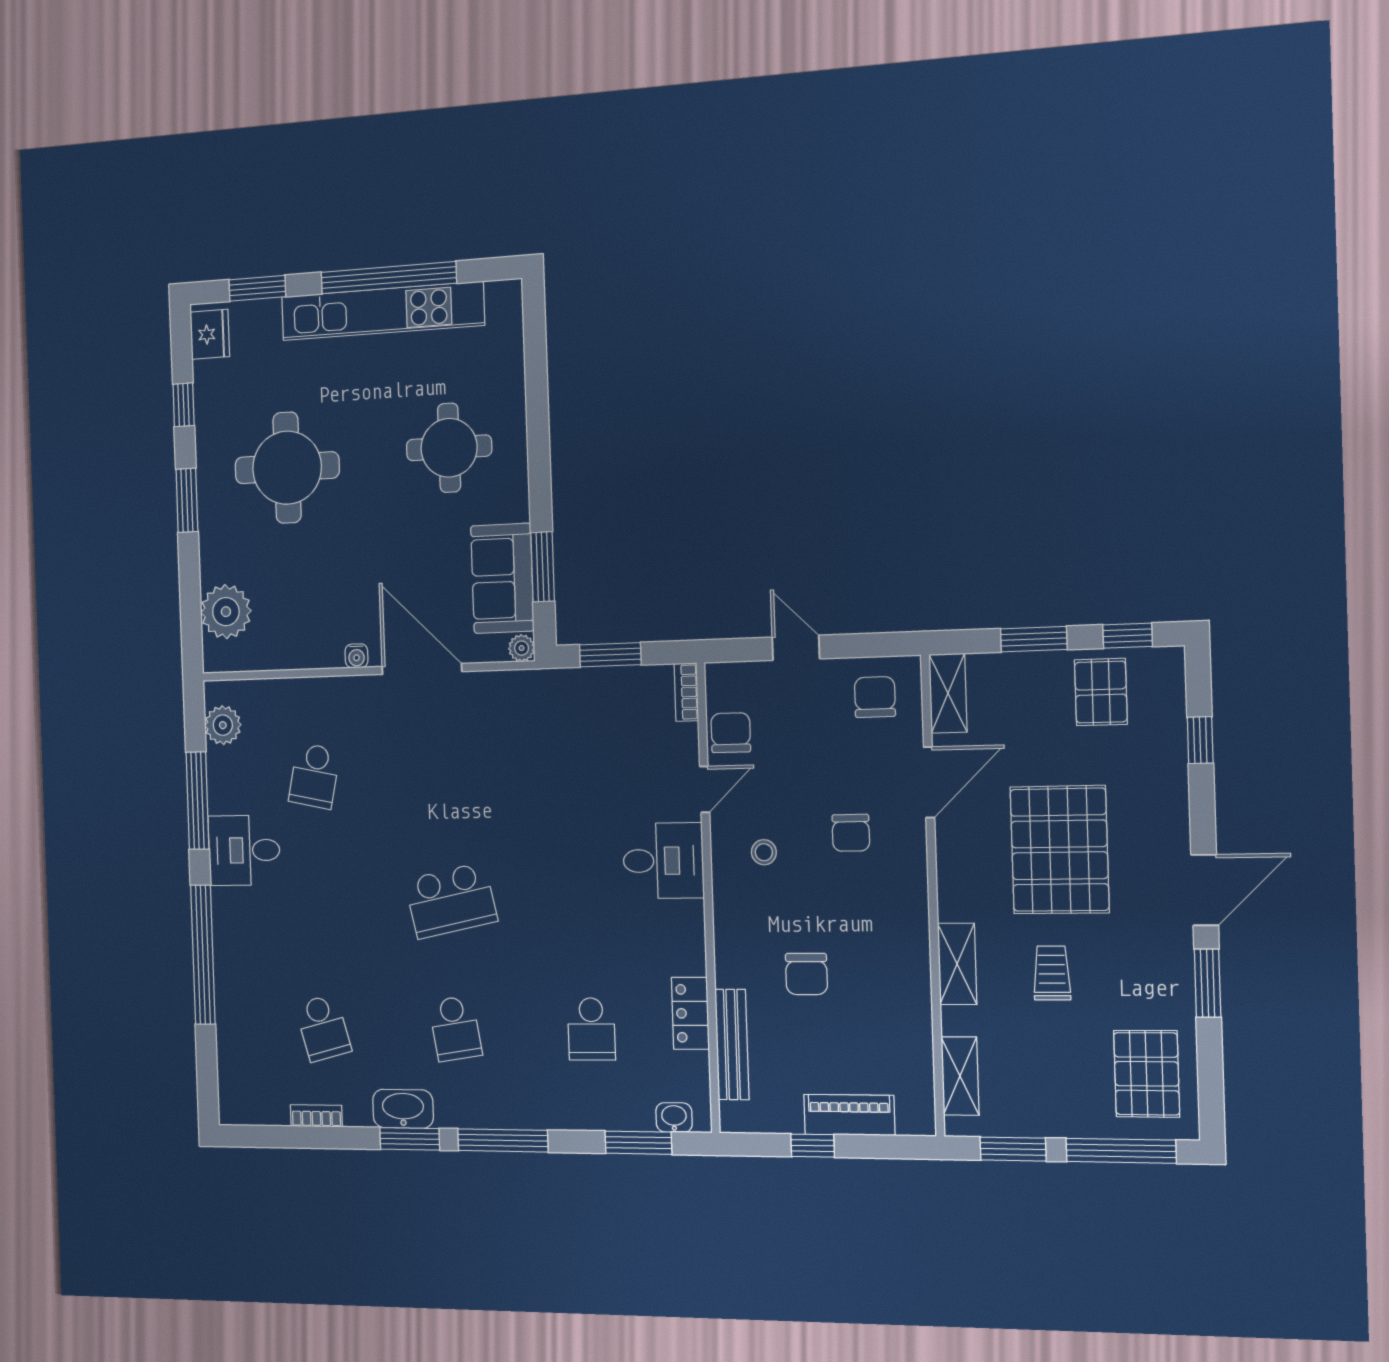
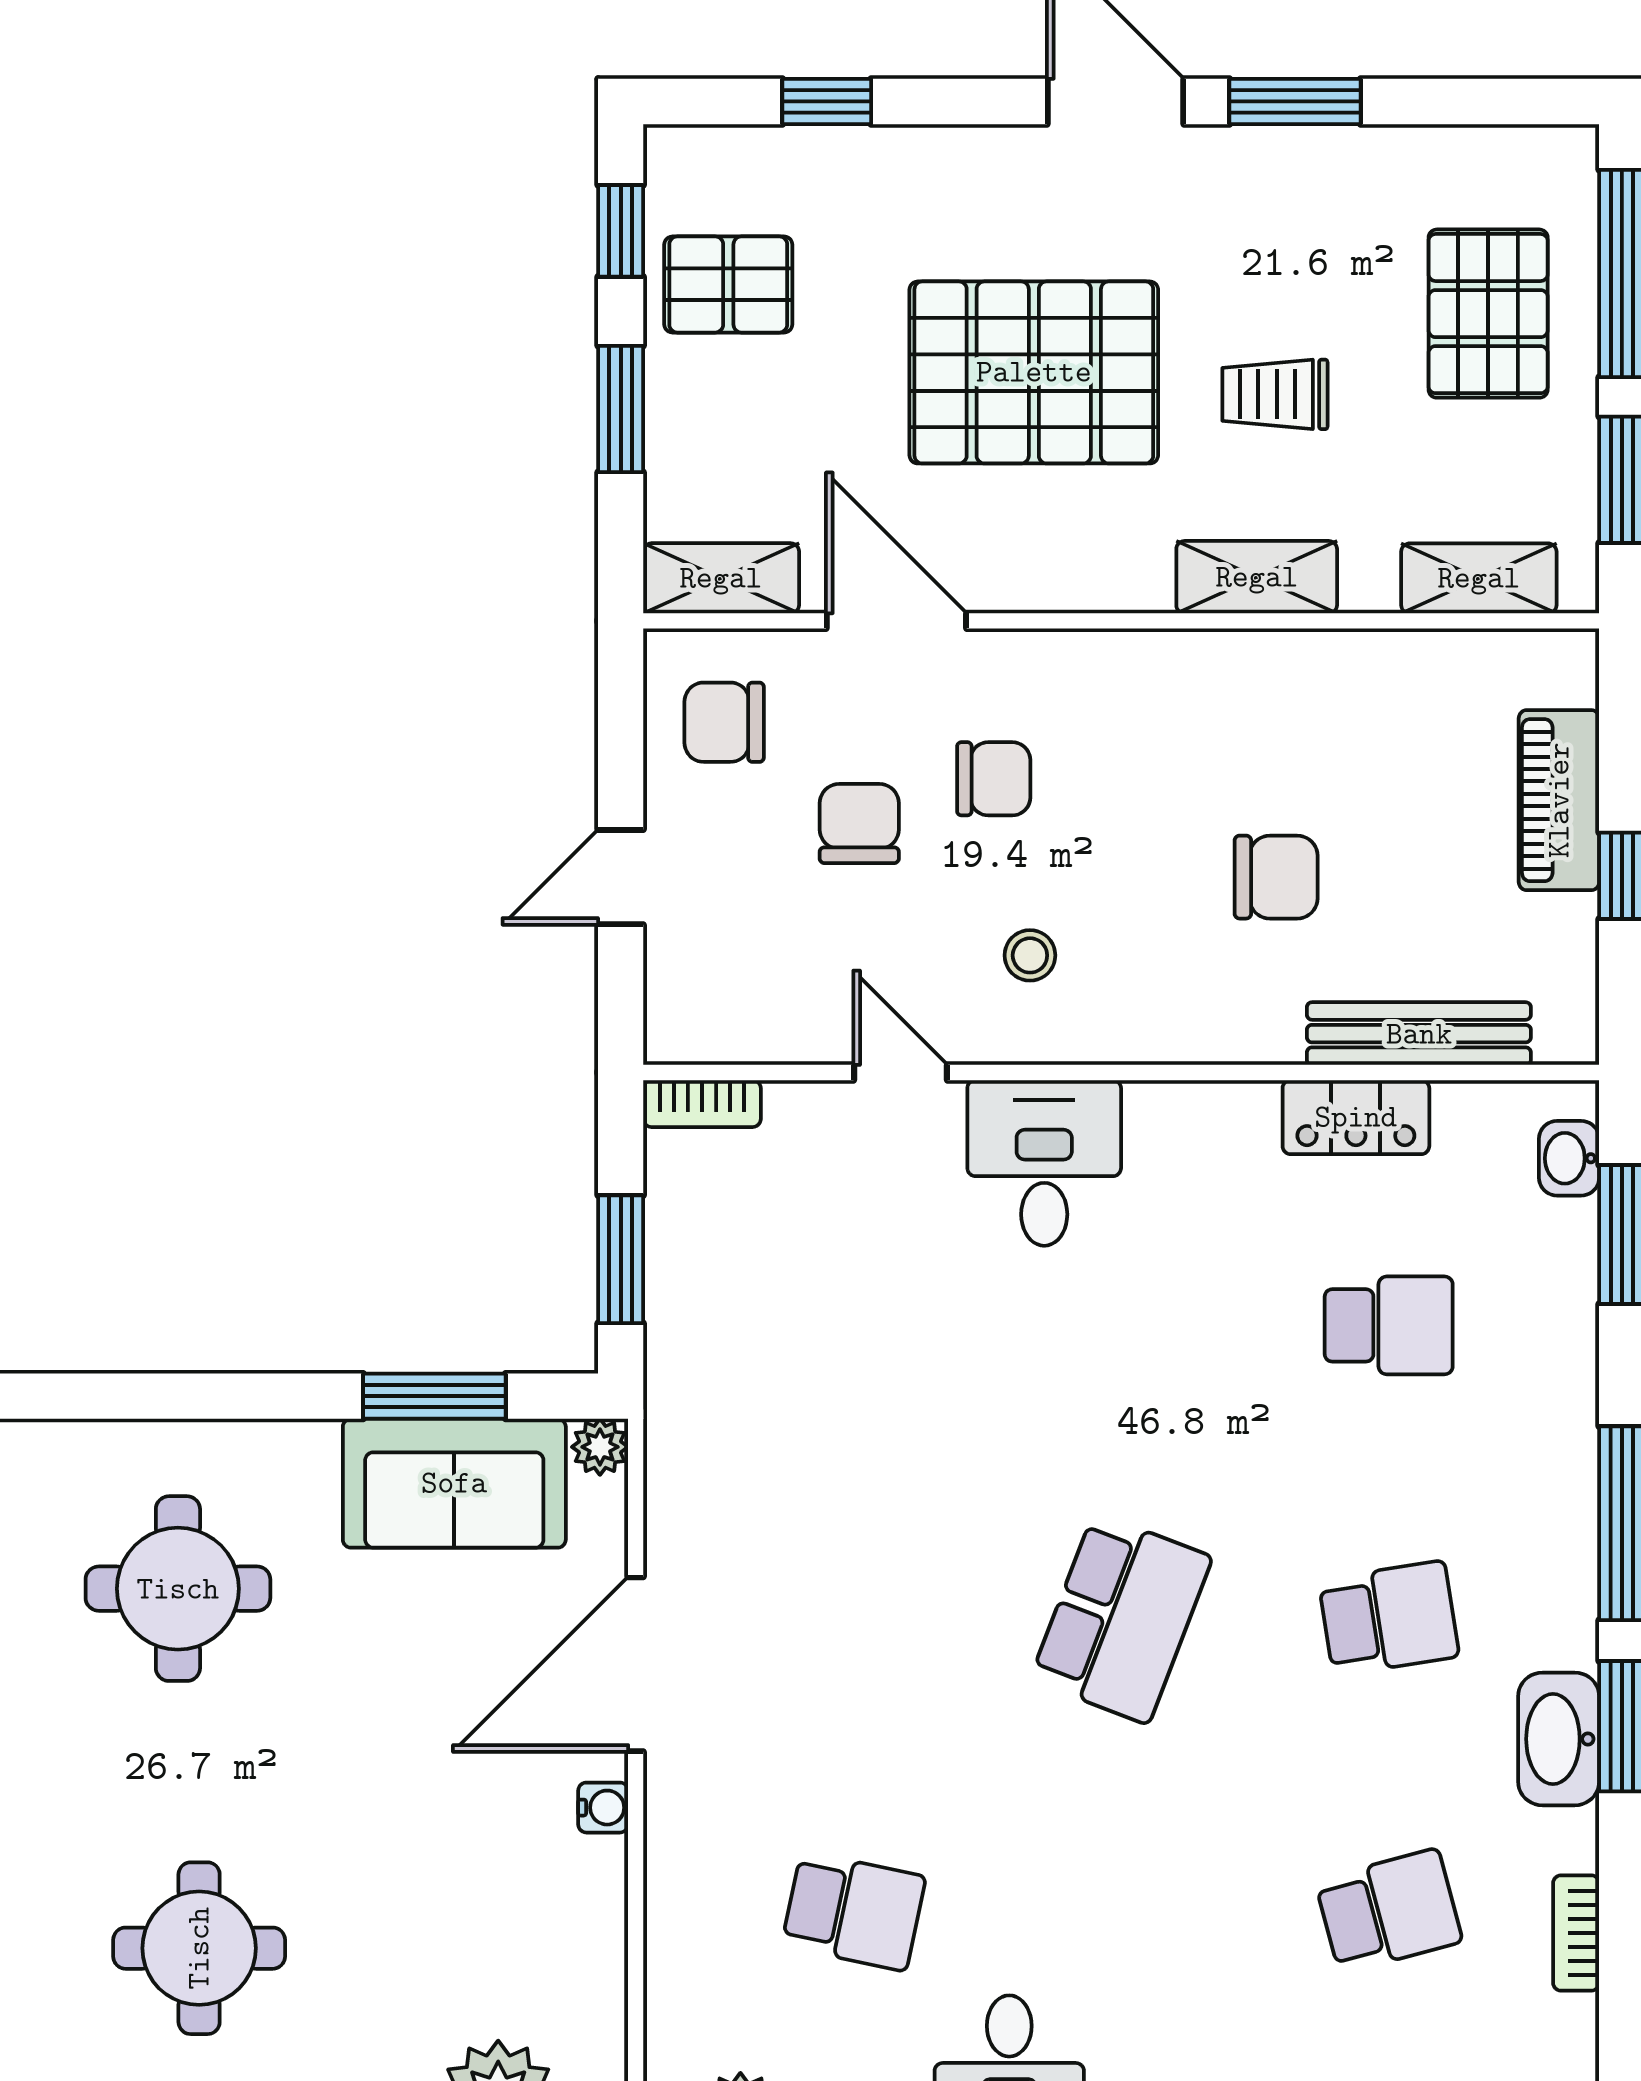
round table: (287, 468) -> (199, 1948), width x0.73, depth x0.73
chair: (731, 733) -> (859, 824), moved, turned 90
school desk: (451, 901) -> (1121, 1618), turned 33
pallet: (1147, 1074) -> (1488, 314), moved, turned 90

